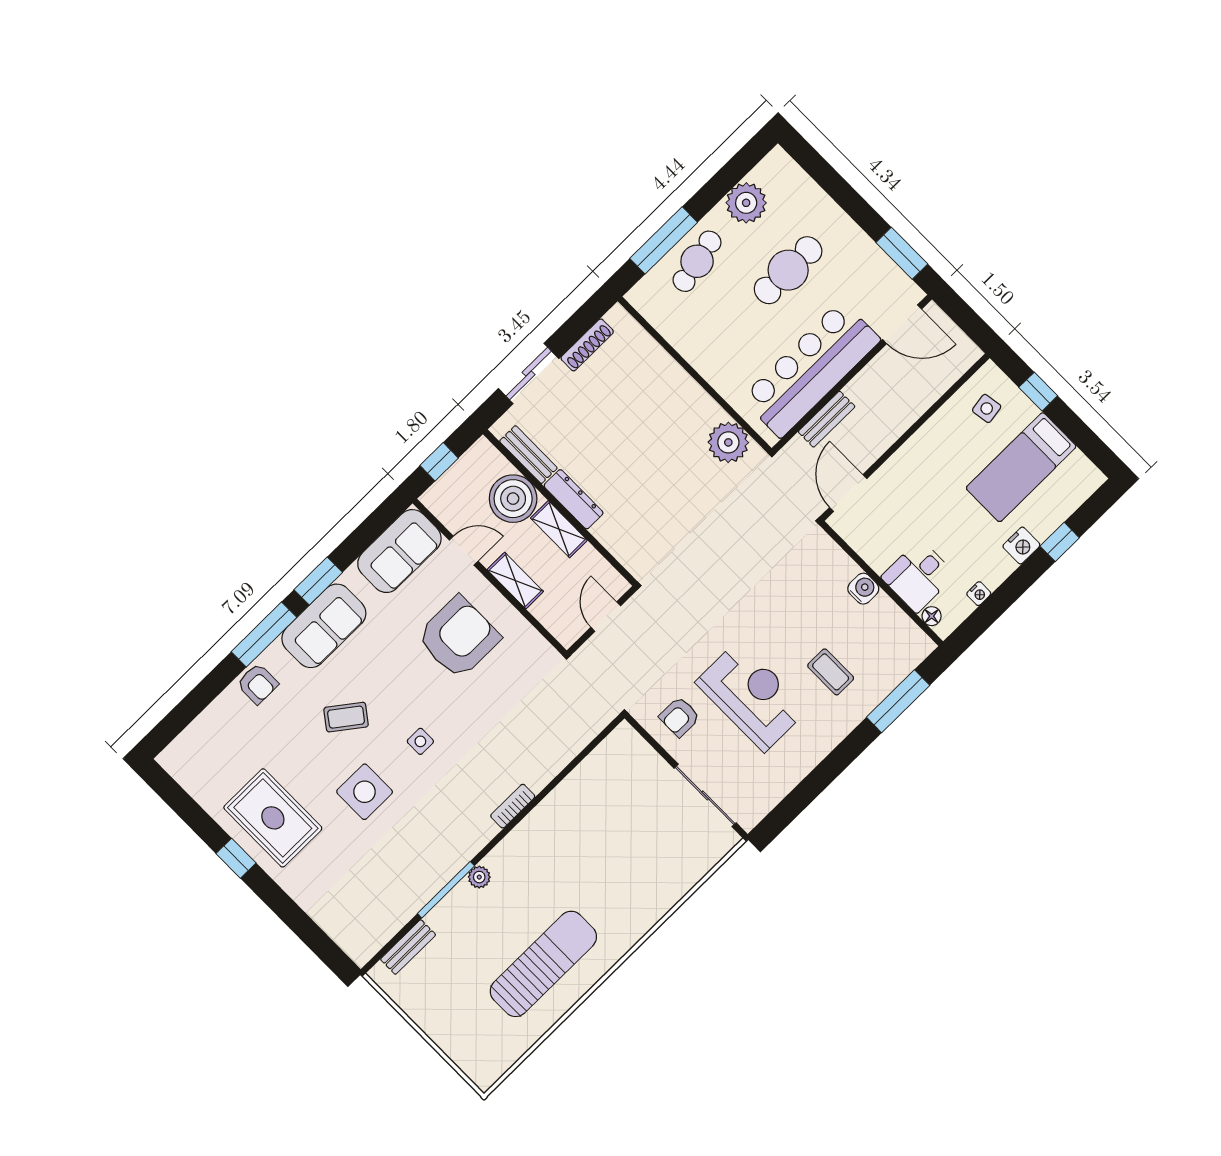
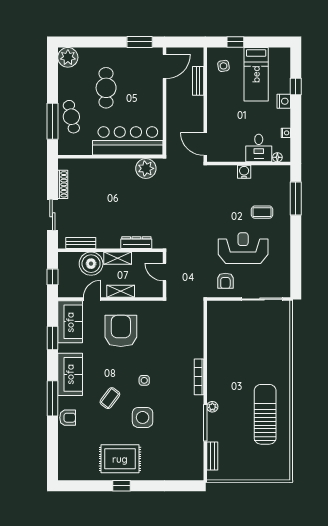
plant: (746, 203) -> (68, 57), moved
bar counter: (811, 369) -> (128, 141), moved, turned 90
bench: (827, 419) -> (198, 81), moved
dresser: (574, 499) -> (136, 243), moved
window: (318, 581) -> (52, 338), moved
bookcase: (513, 806) -> (199, 377), width x1.56

